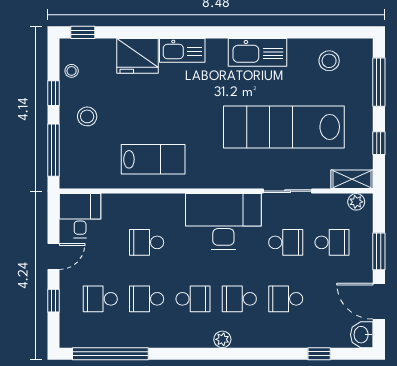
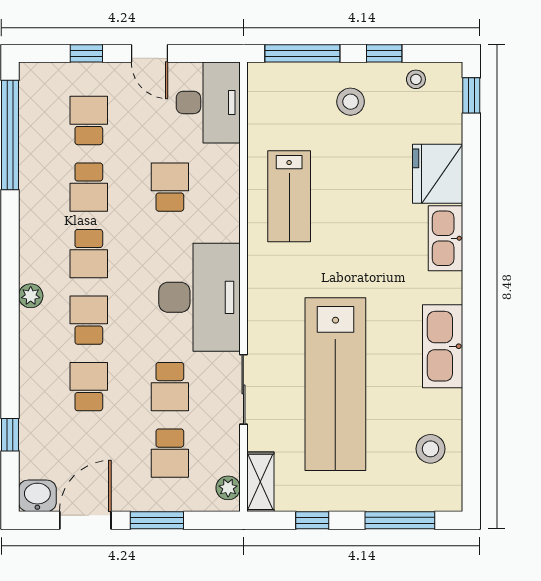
lab bench: (284, 127) -> (335, 384), turned 180
desk: (80, 216) -> (208, 102), width x1.37
school desk: (147, 299) -> (89, 187), turned 180

